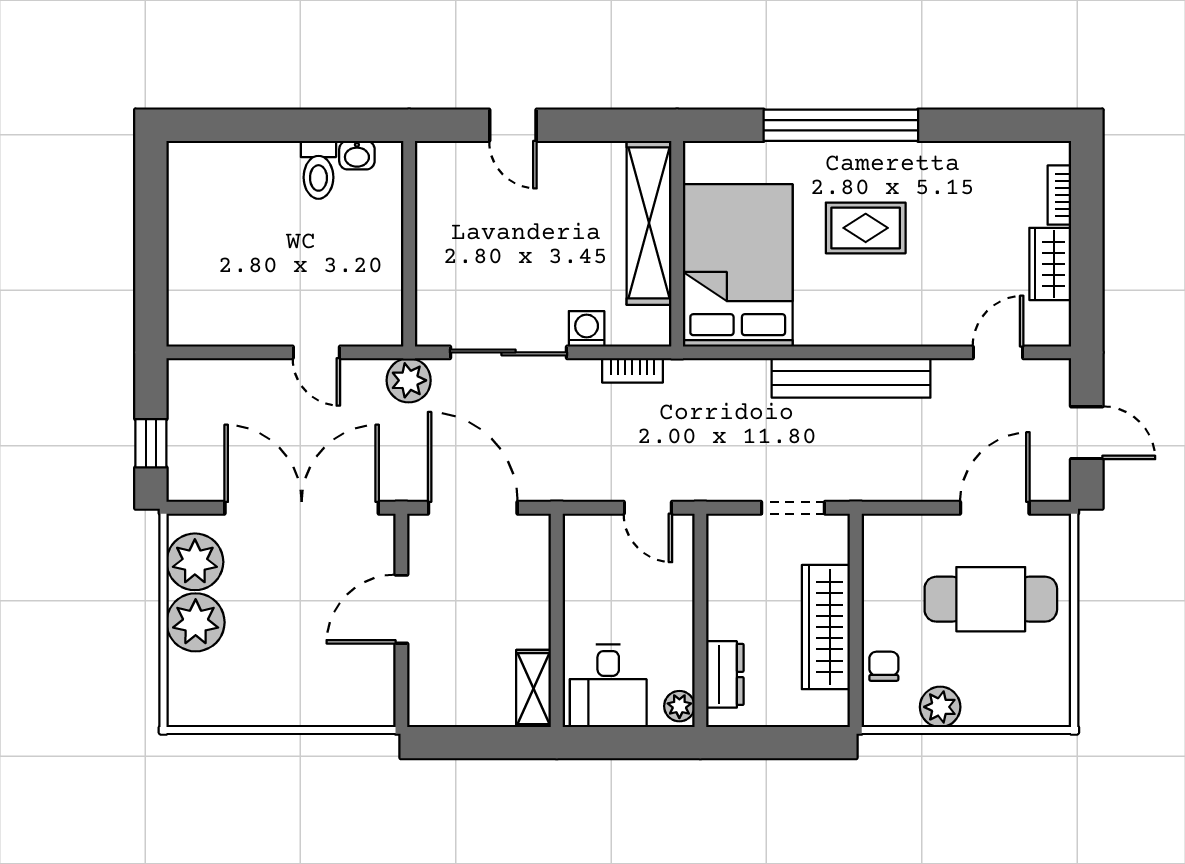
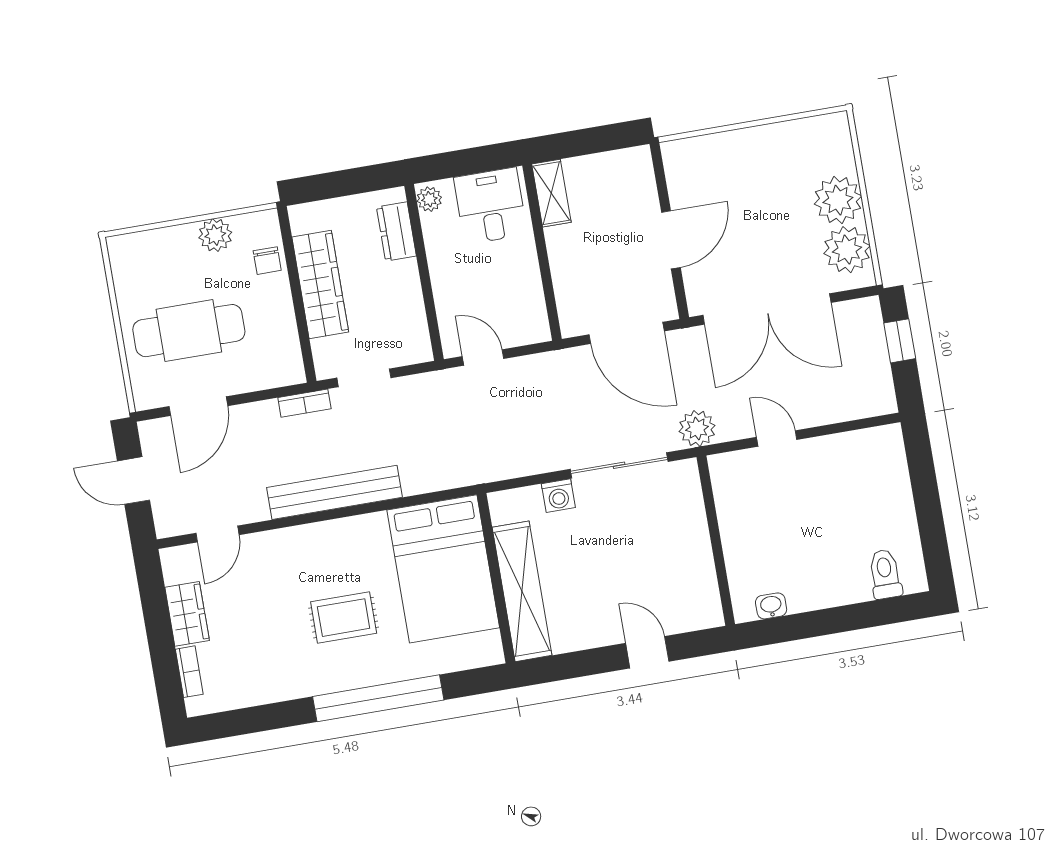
toilet: (318, 170) -> (885, 574), moved
bookcase: (632, 370) -> (304, 403), moved, turned 180

